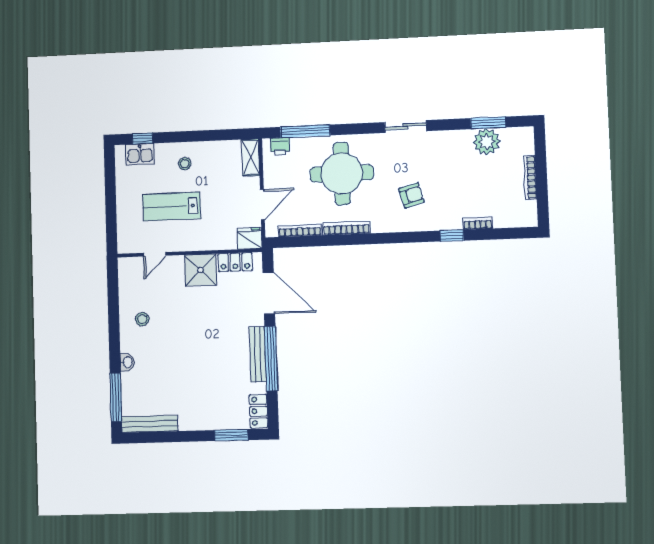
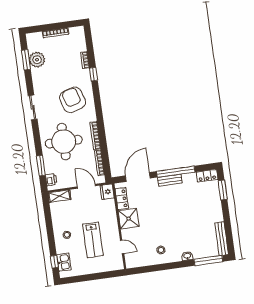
window: (305, 131) -> (41, 166), width x0.69
armchair: (411, 195) -> (72, 100), width x1.88, depth x1.88
bench: (258, 354) -> (170, 180), width x0.73

